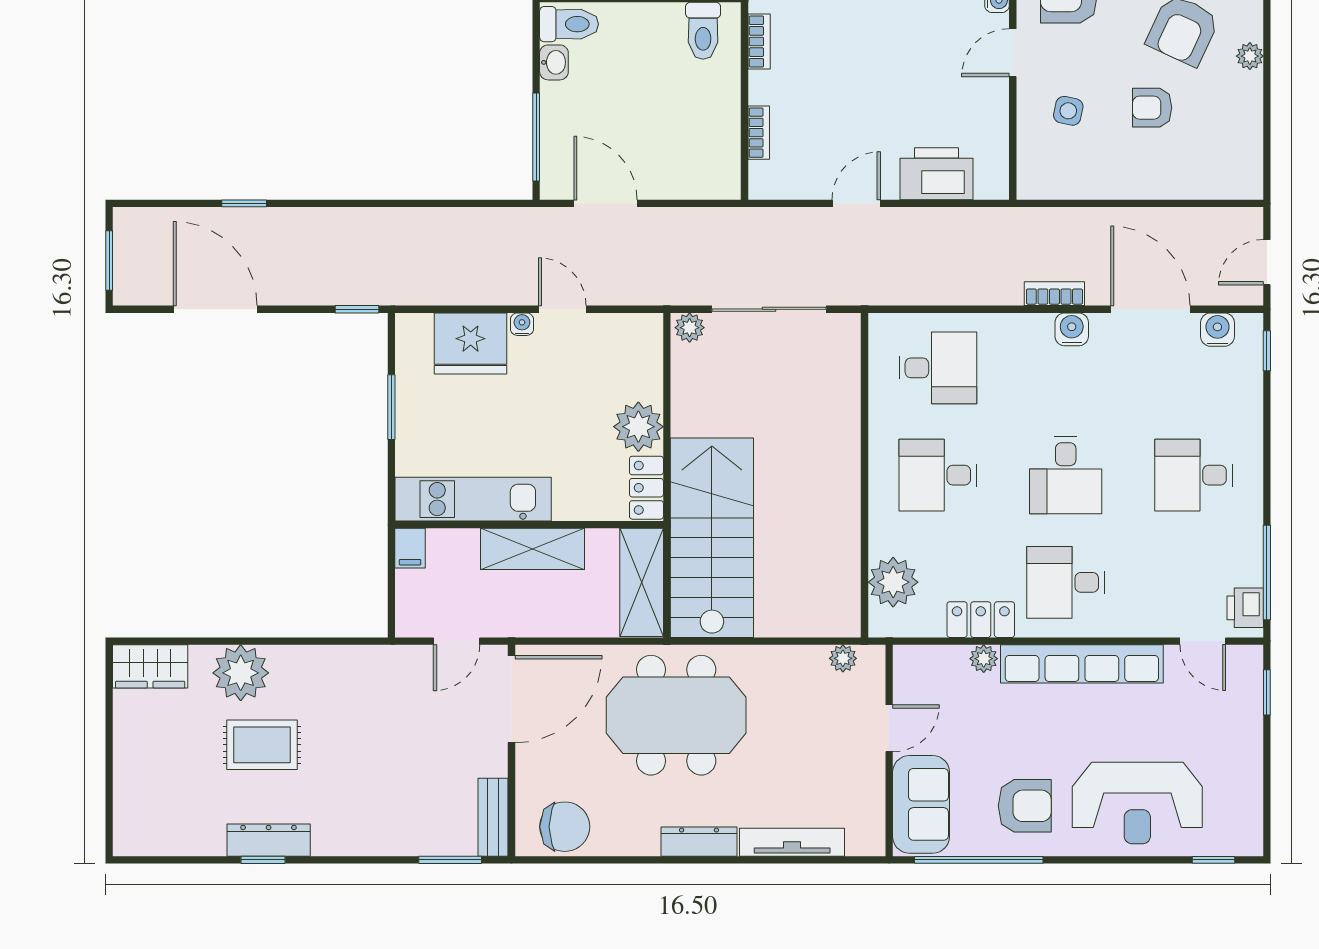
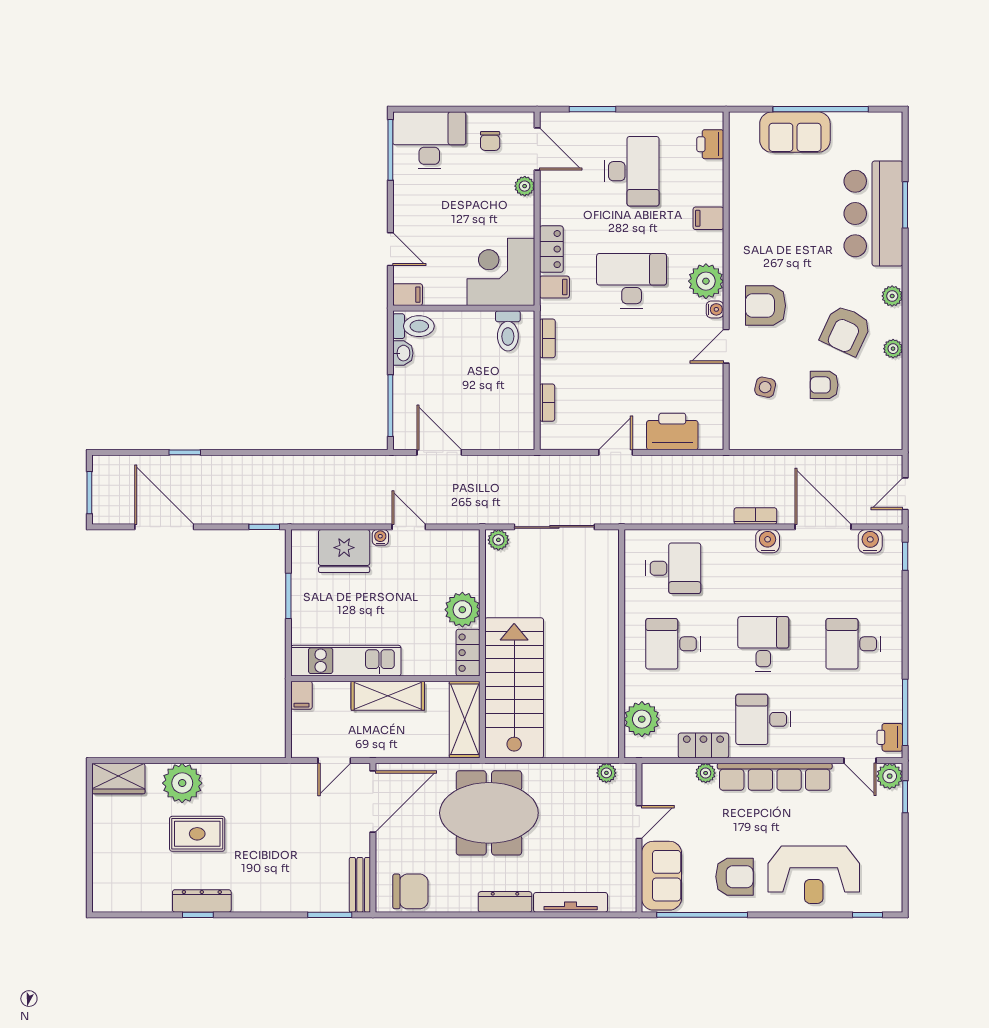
desk: (1066, 475) -> (763, 644), turned 180
plant: (1245, 663) -> (890, 776), added

